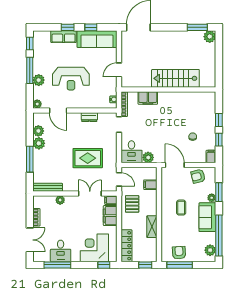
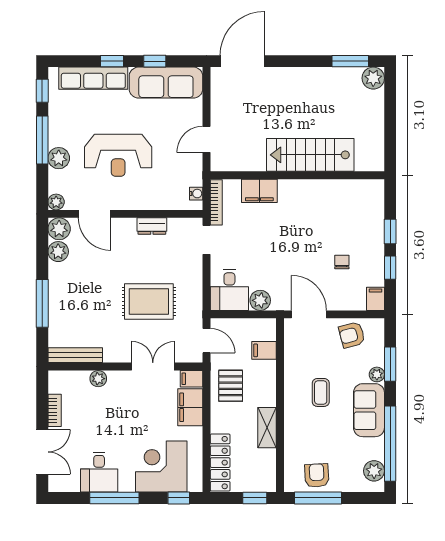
row of seats: (64, 37) -> (93, 78), width x1.48
plant: (39, 143) -> (59, 229), moved
window: (57, 265) -> (114, 498), moved

